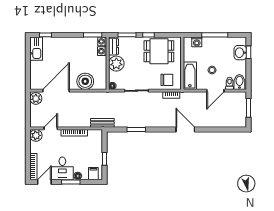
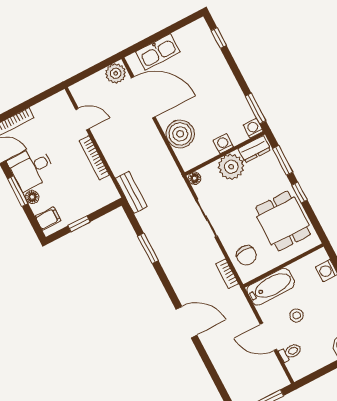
kitchen sink: (36, 49) -> (158, 52), moved
washing machine: (102, 51) -> (223, 144), moved
bidet: (239, 82) -> (300, 366), removed
door: (185, 129) -> (187, 322), hinge flipped
plant: (36, 135) -> (60, 102), removed

